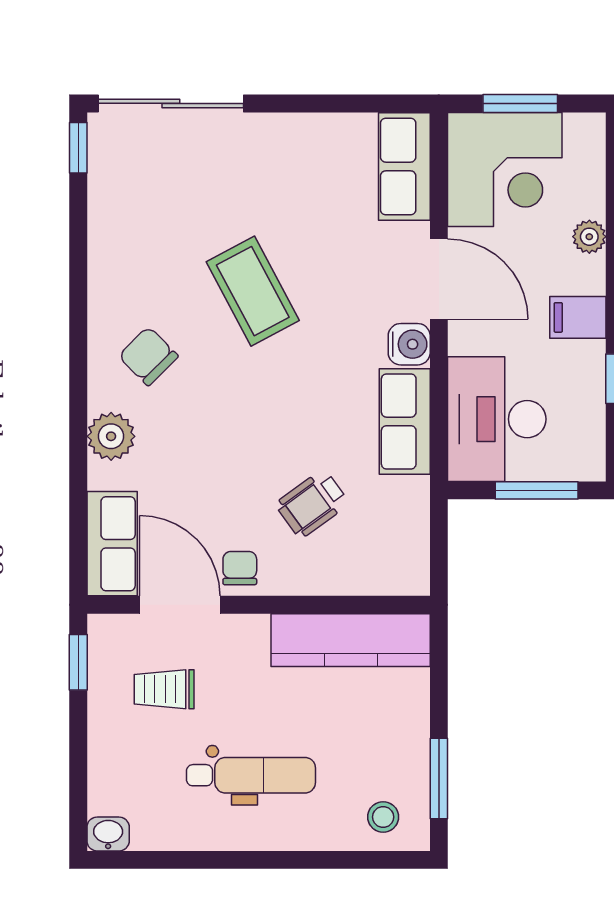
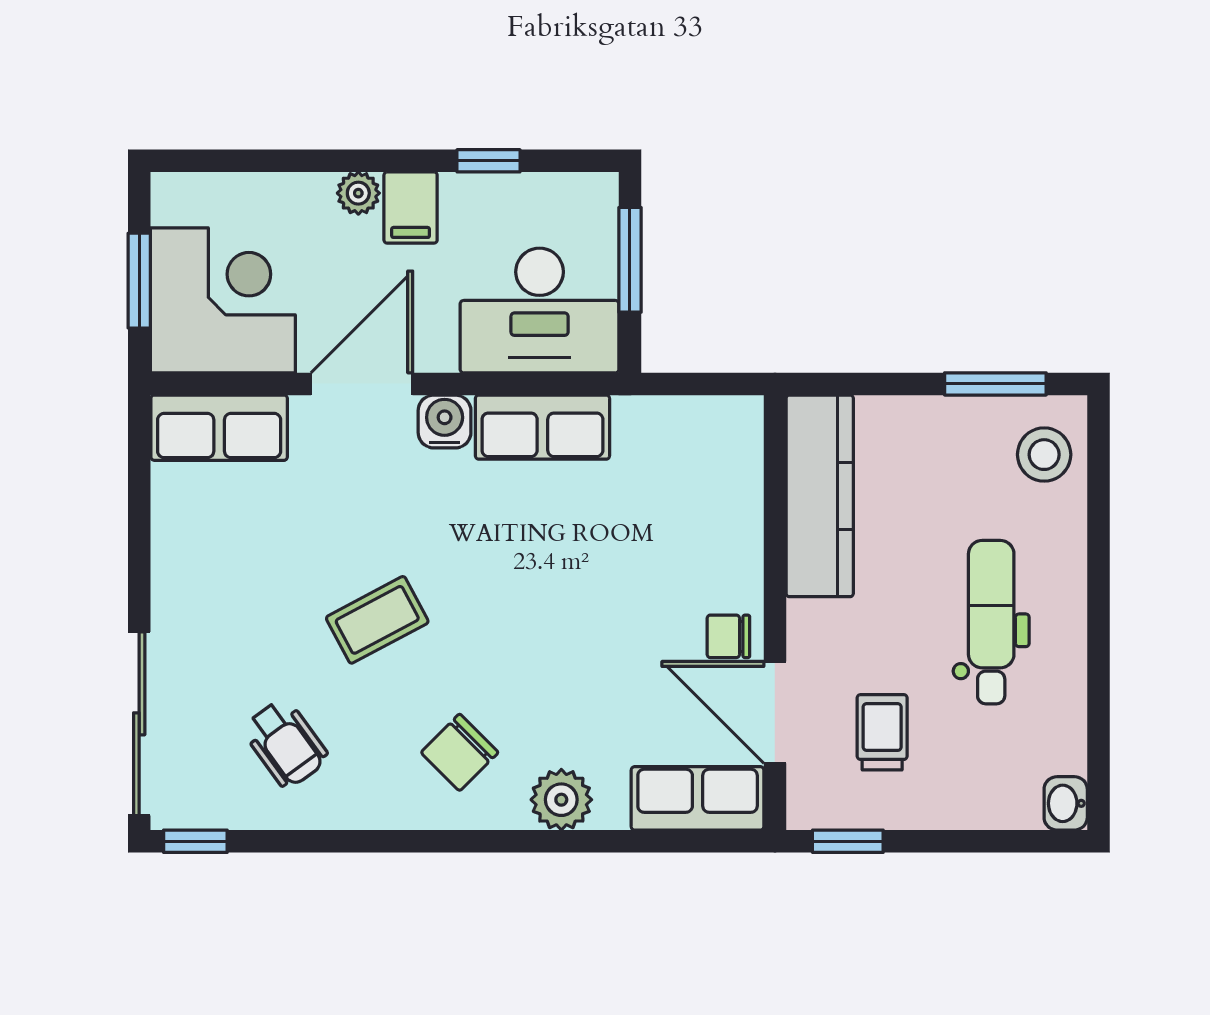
plant: (589, 237) -> (358, 193), moved
coffee table: (253, 291) -> (377, 620), width x0.73, depth x0.77
wheelchair: (312, 504) -> (286, 743), moved
door: (180, 605) -> (775, 712), hinge flipped
trolley: (164, 689) -> (882, 732), turned 180
stool: (383, 817) -> (1044, 455), width x1.37, depth x1.37

